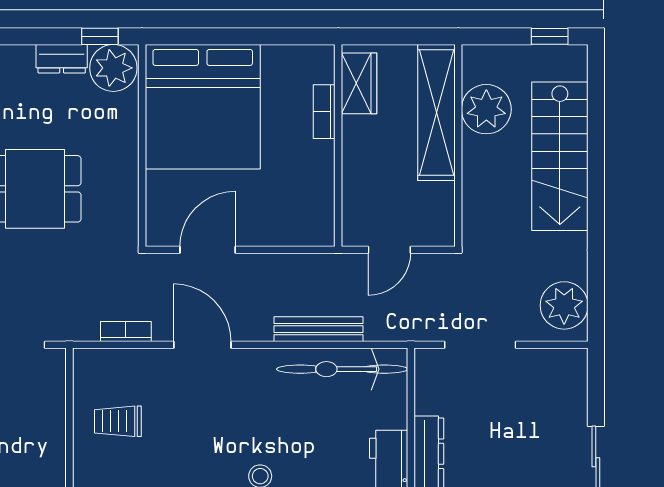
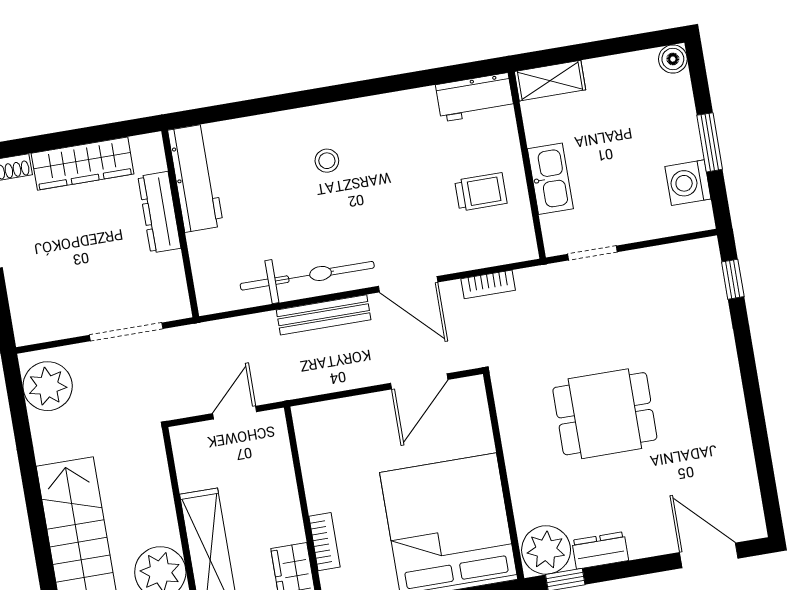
bench: (318, 329) -> (324, 315), moved
bicycle: (342, 369) -> (307, 276), moved
kitchen sink: (49, 423) -> (550, 179), added

